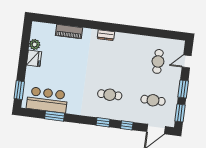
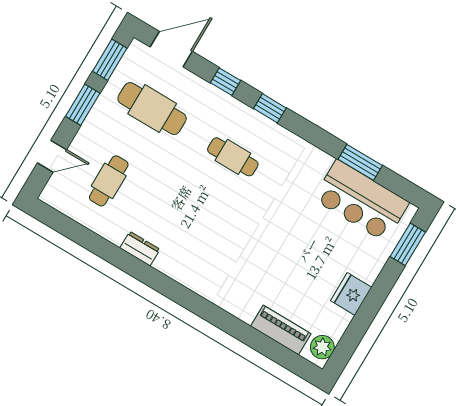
piano: (69, 32) -> (281, 330), moved
dresser: (106, 35) -> (140, 249), moved
plant: (35, 44) -> (322, 347), moved
cafe table: (153, 100) -> (152, 109), width x1.37, depth x1.35

